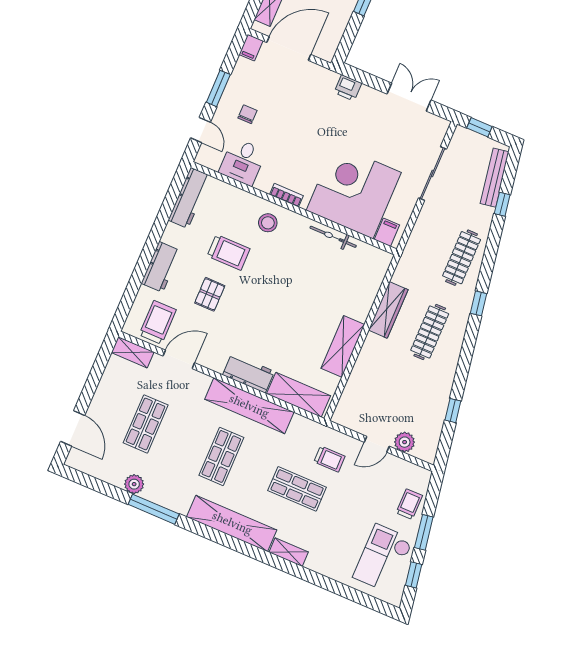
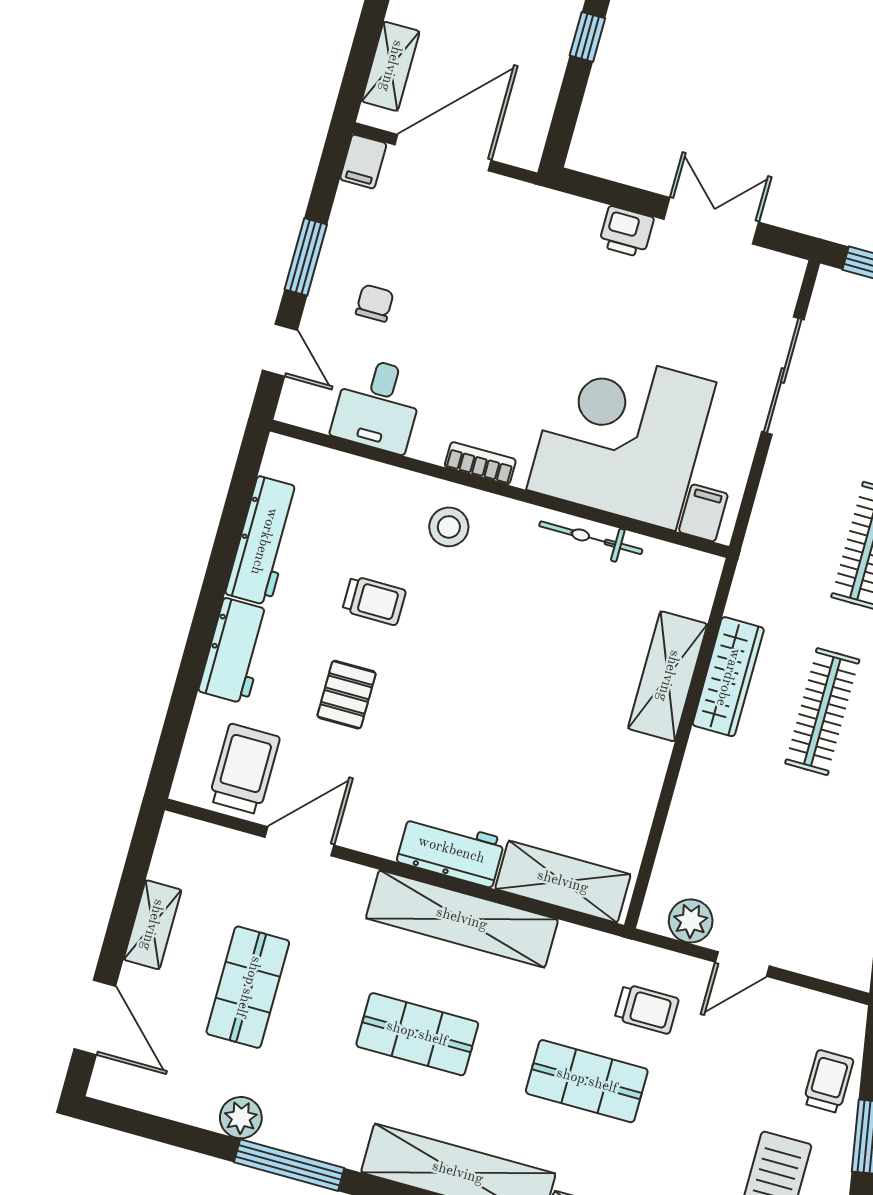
printer: (348, 88) -> (626, 232), moved
workbench: (189, 198) -> (264, 541), moved
trolley: (229, 252) -> (374, 601), width x0.73, depth x0.72
shelving: (343, 346) -> (668, 676), moved
shelving: (133, 352) -> (152, 925), moved, turned 90
plant: (405, 442) -> (691, 921), moved
shop shelf: (221, 456) -> (417, 1034), turned 90

